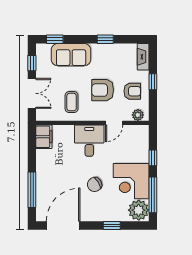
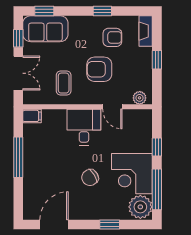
sofa: (71, 55) -> (45, 29), moved
armchair: (132, 91) -> (112, 37), moved
door: (114, 123) -> (112, 107), hinge flipped
filing cabinet: (44, 137) -> (32, 116), width x0.50
window: (32, 190) -> (18, 157), moved
door: (63, 226) -> (54, 224), width x0.73

